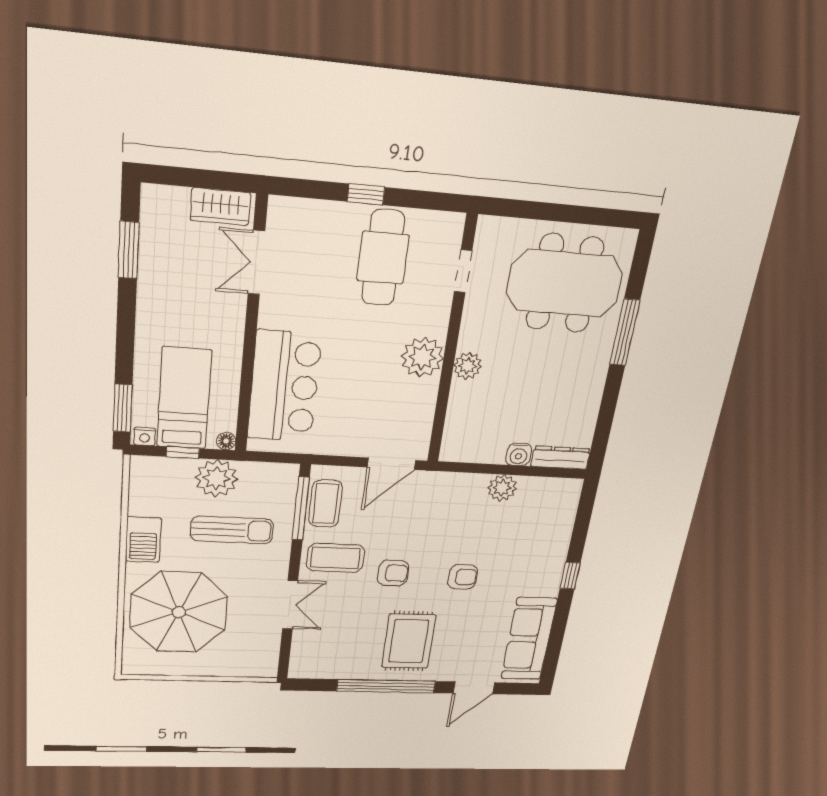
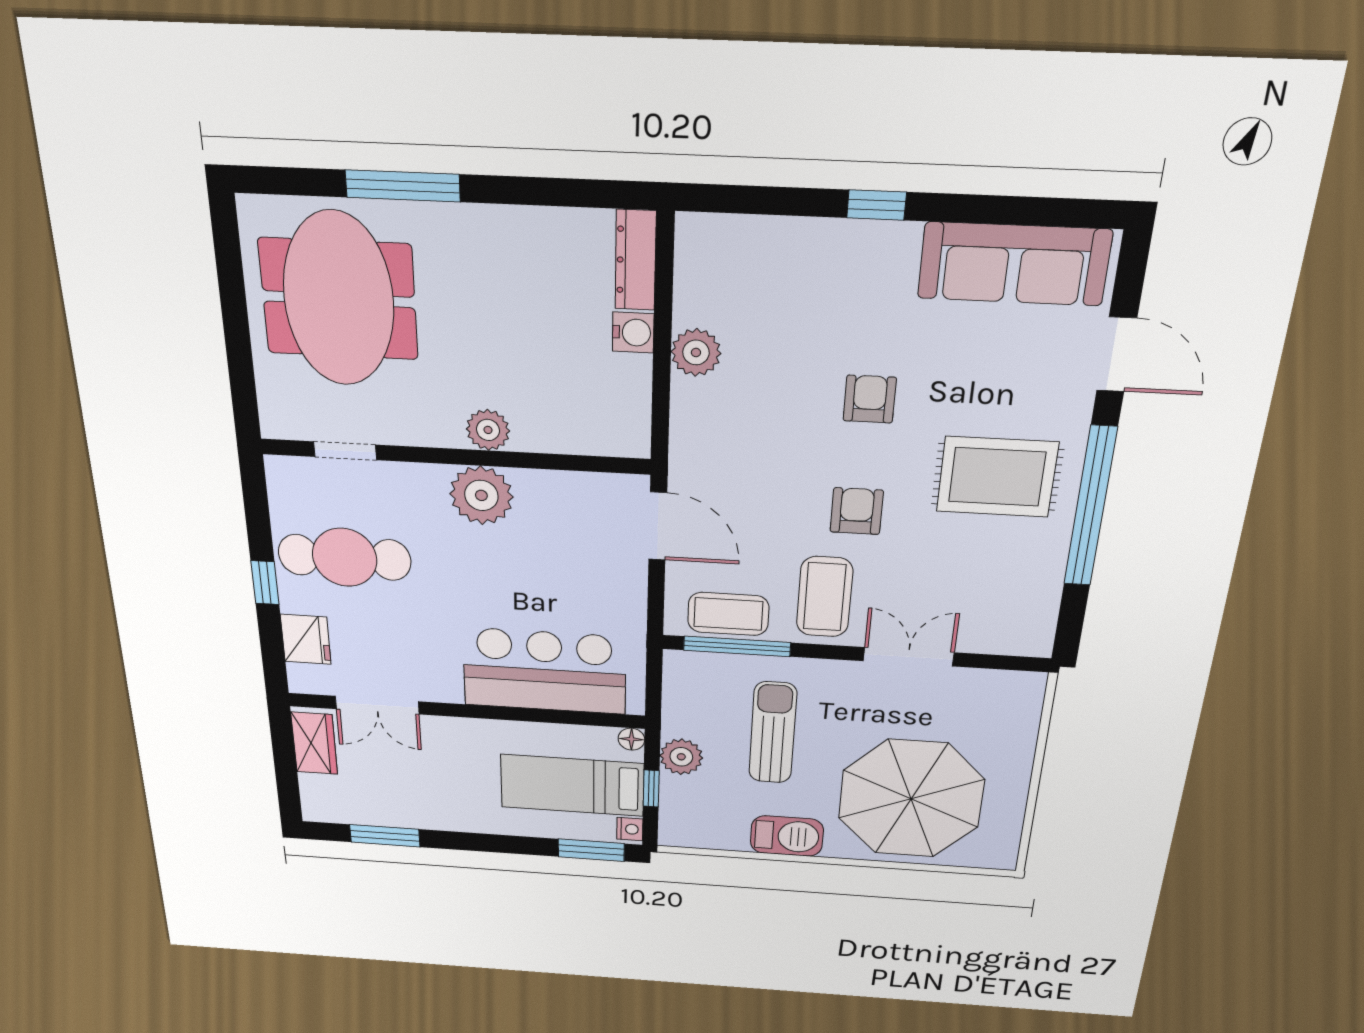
fridge: (316, 217) -> (306, 639), added
plant: (216, 478) -> (681, 757), width x0.73, depth x0.73

